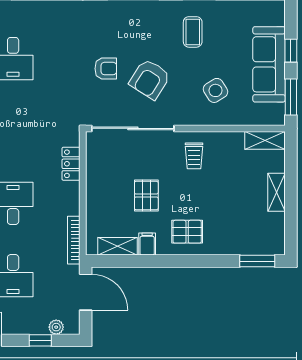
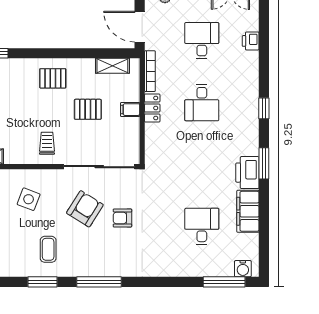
side table: (215, 90) -> (29, 199), turned -37
locker: (71, 164) -> (152, 108), moved
pallet: (146, 195) -> (88, 109), turned 90
filing cabinet: (147, 244) -> (130, 110), moved, turned 90

